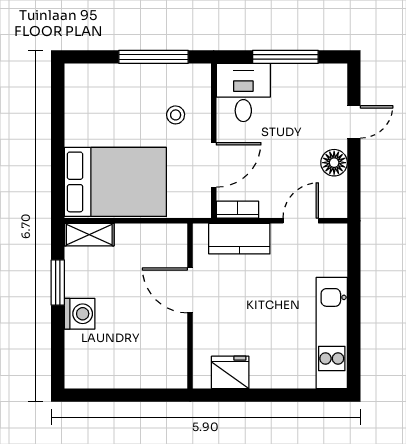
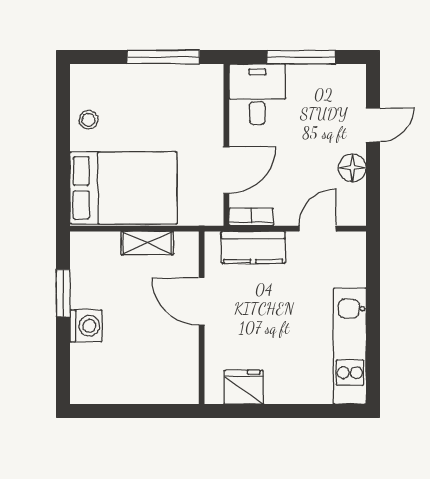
stool: (176, 115) -> (89, 120), moved
shelving: (89, 235) -> (147, 243), moved

